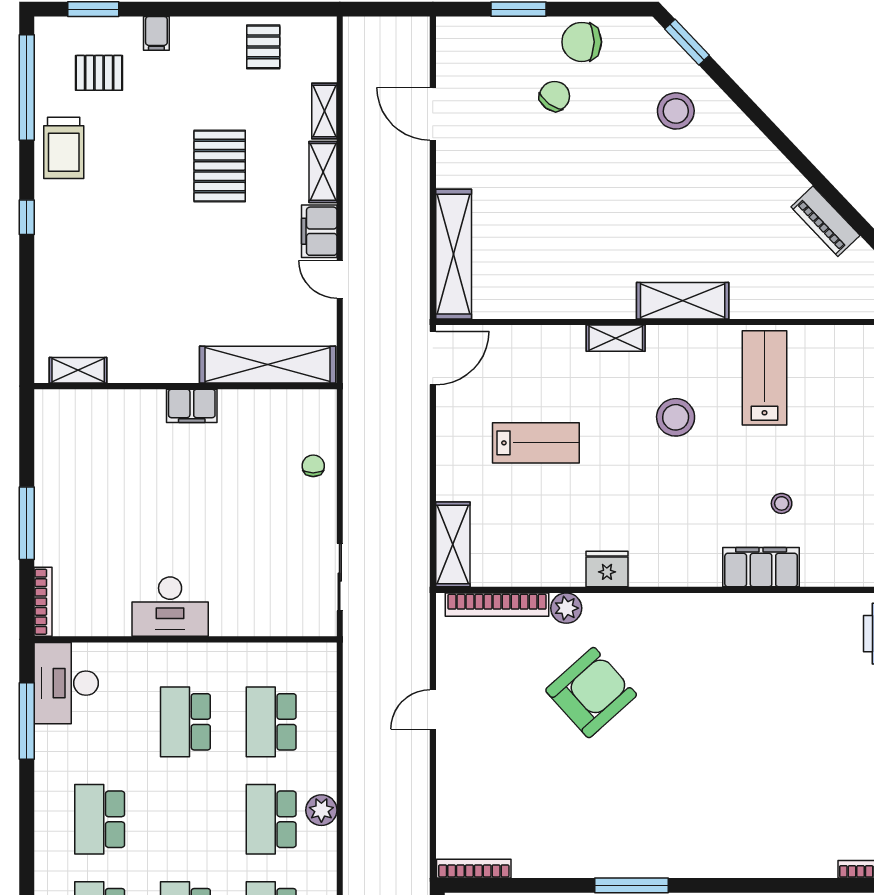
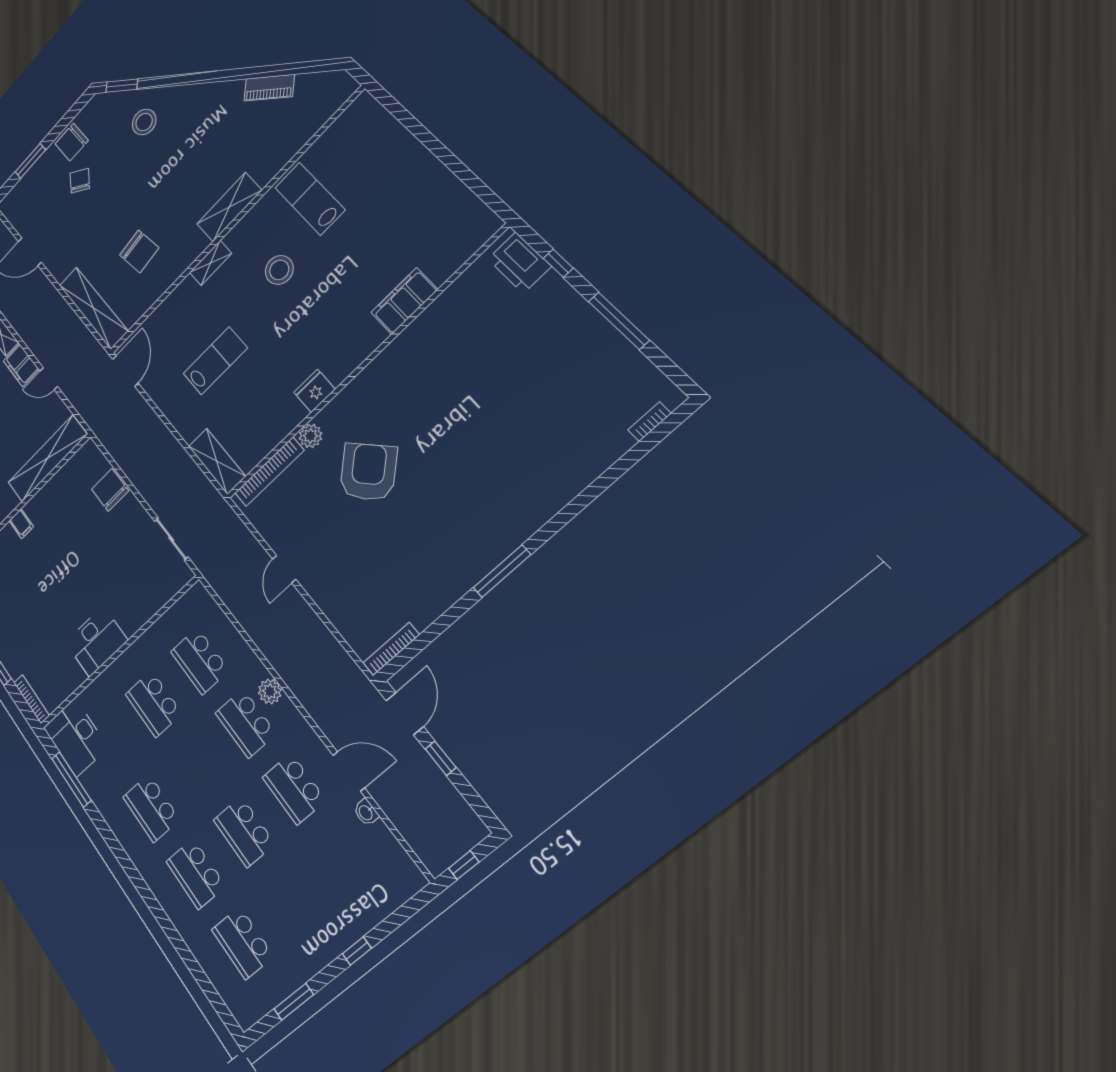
chair: (553, 246) -> (139, 251), added
filing cabinet: (192, 406) -> (21, 524), width x0.50
chair: (313, 466) -> (110, 490), width x1.87, depth x1.87
stool: (782, 503) -> (383, 254), removed

